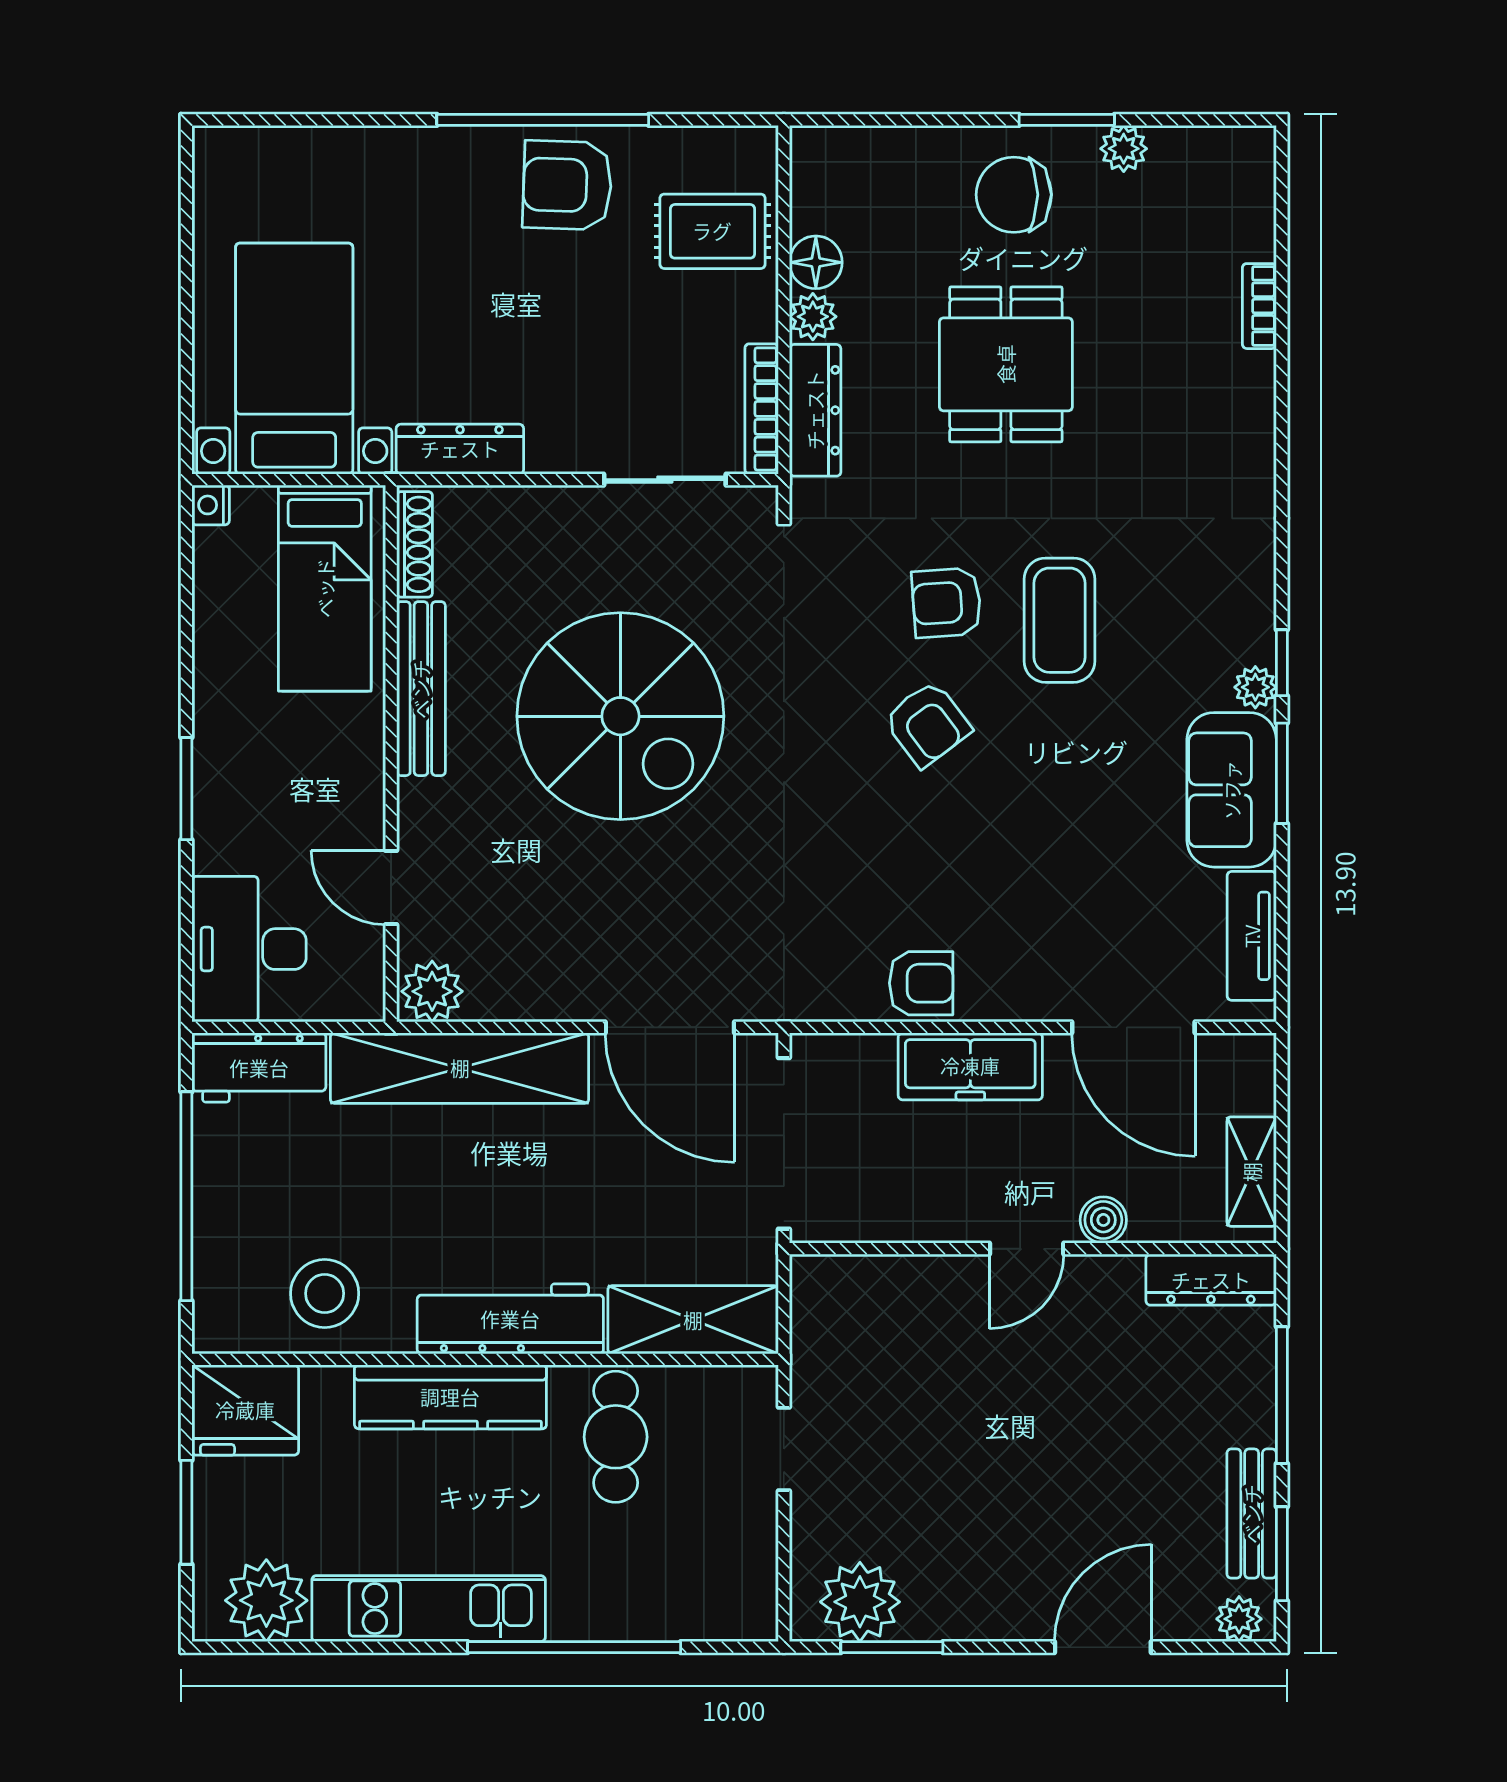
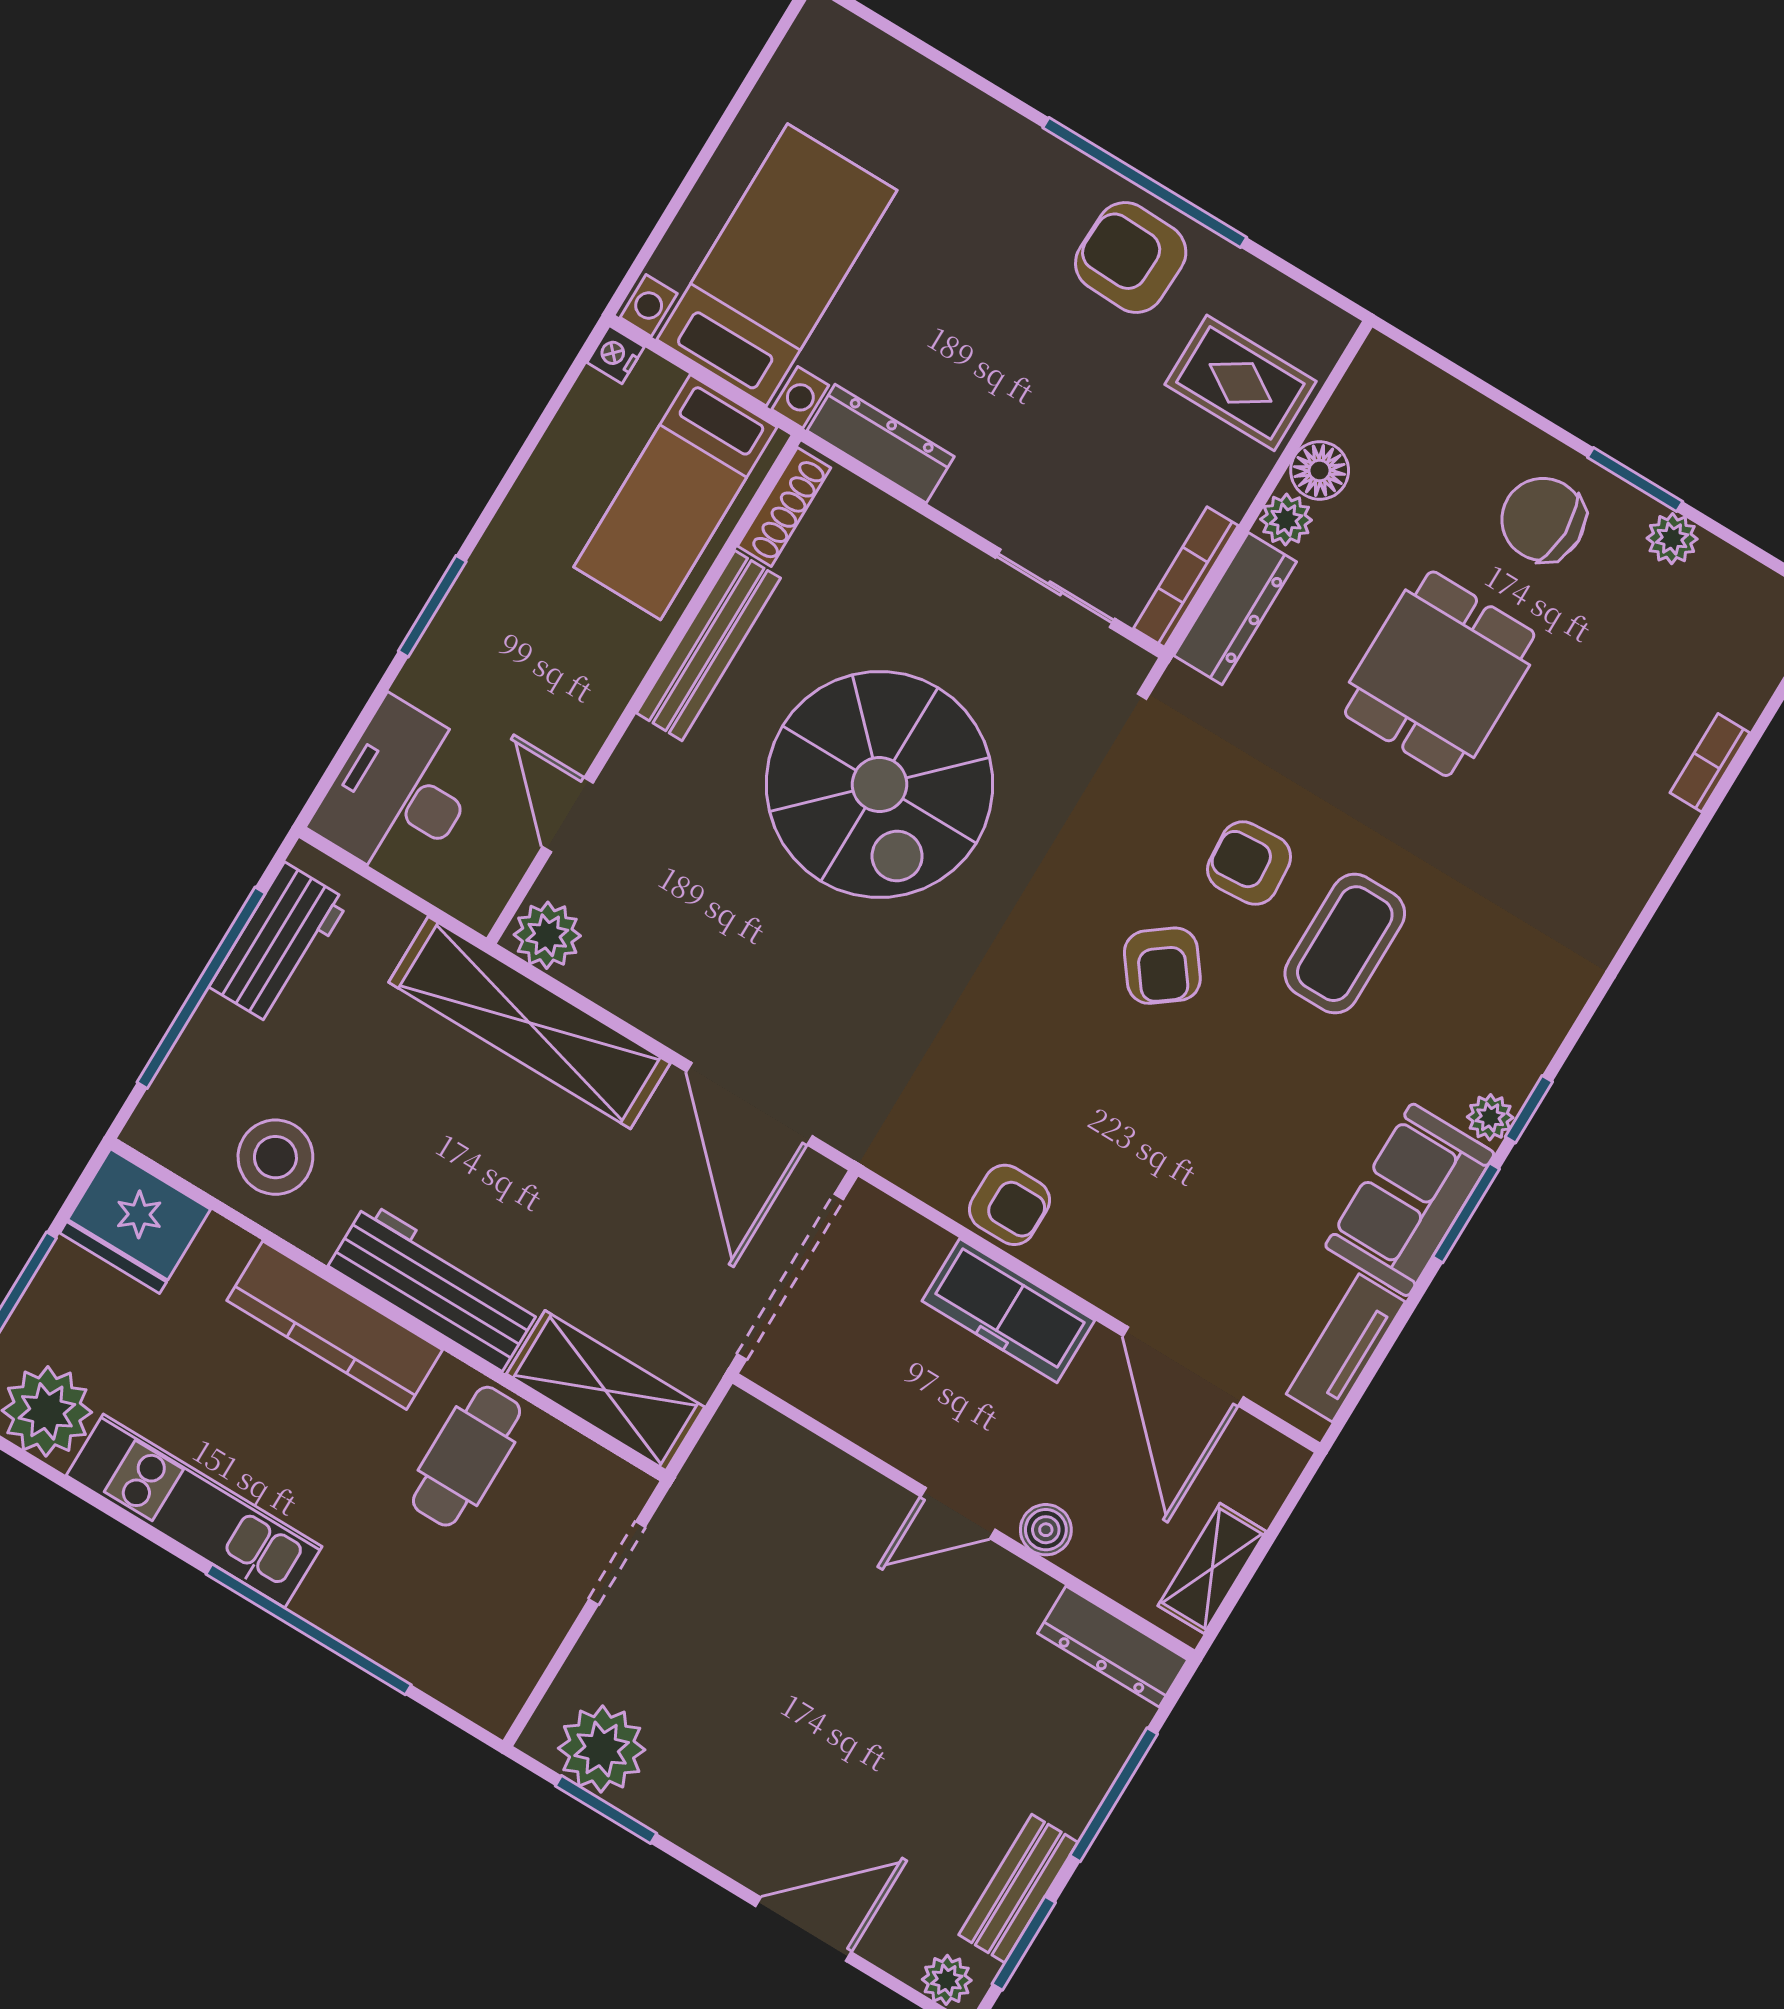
workbench: (259, 1068) -> (279, 944), moved, turned -90

